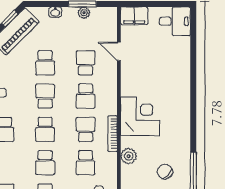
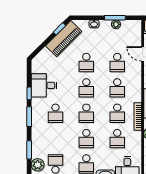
school desk: (86, 63) -> (117, 63), turned 180
school desk: (45, 96) -> (86, 88), turned 180
school desk: (86, 129) -> (117, 113), turned 180

